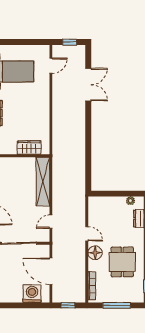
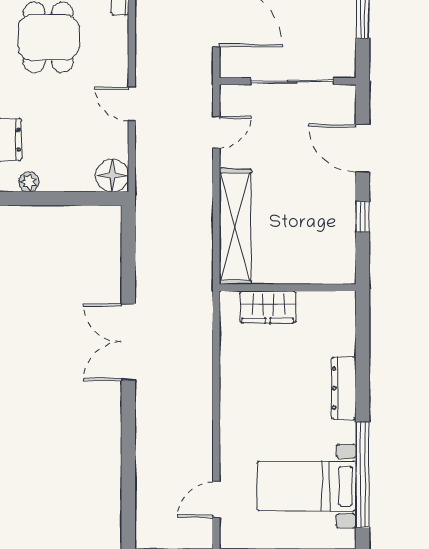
double door: (88, 85) -> (128, 342), moved
floor lamp: (95, 253) -> (112, 175), moved

